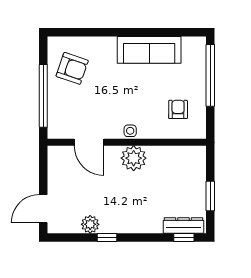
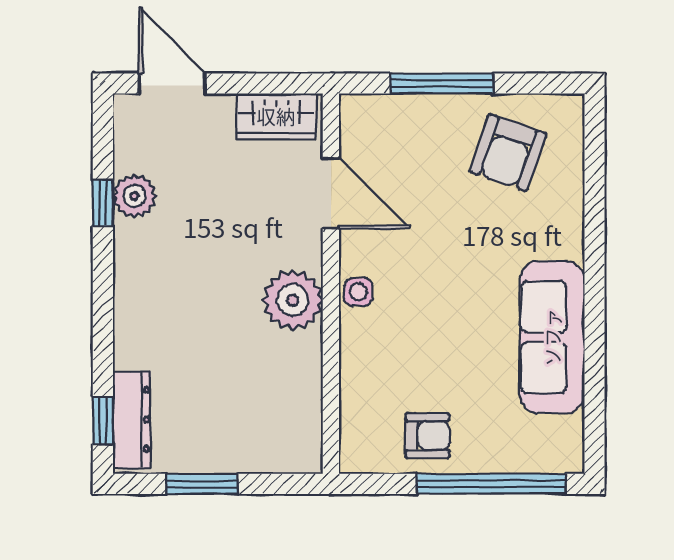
window: (43, 96) -> (442, 84), width x0.68
armchair: (178, 109) -> (428, 436), moved
door: (89, 142) -> (331, 193), swing flipped
wardrobe: (57, 165) -> (276, 116), added
window: (107, 237) -> (103, 203), moved

